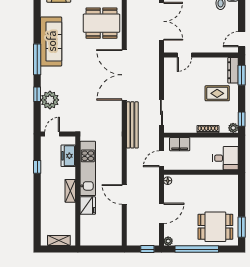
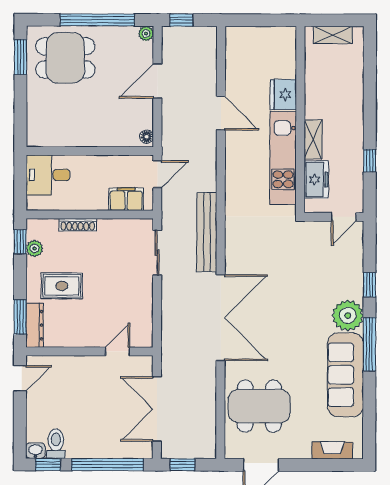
plant: (50, 100) -> (348, 315), moved
plant: (233, 128) -> (34, 248), moved
shelving: (70, 191) -> (313, 140), moved

